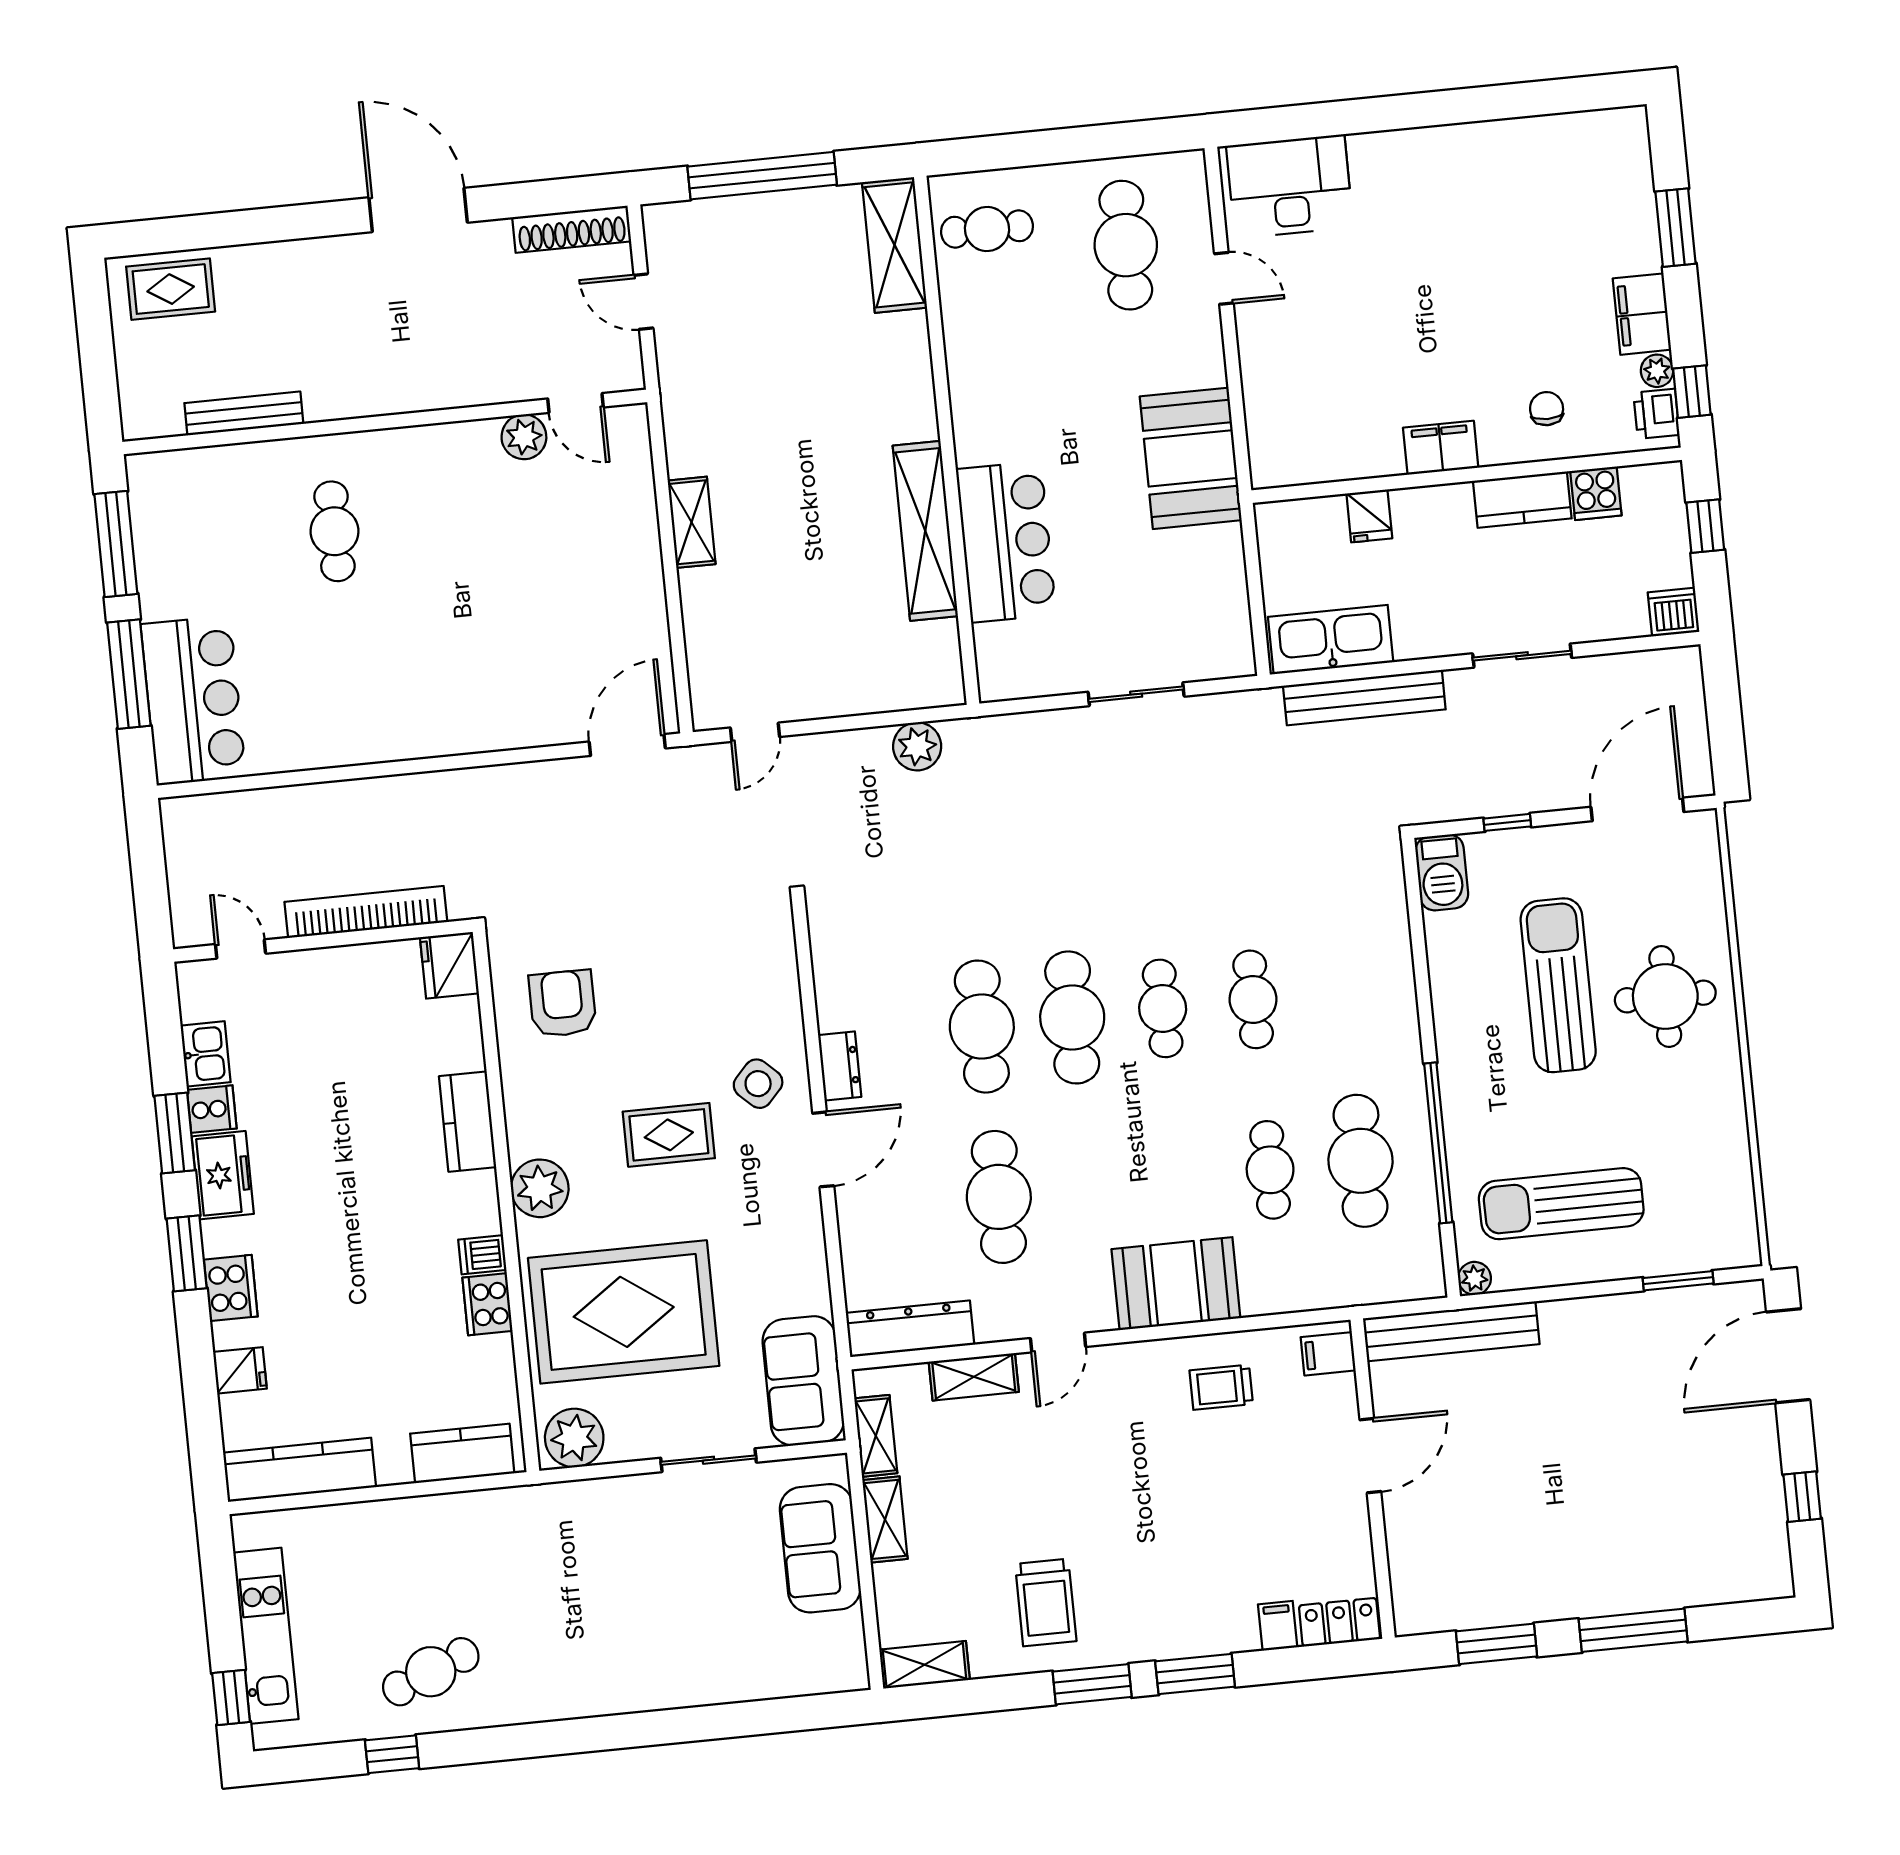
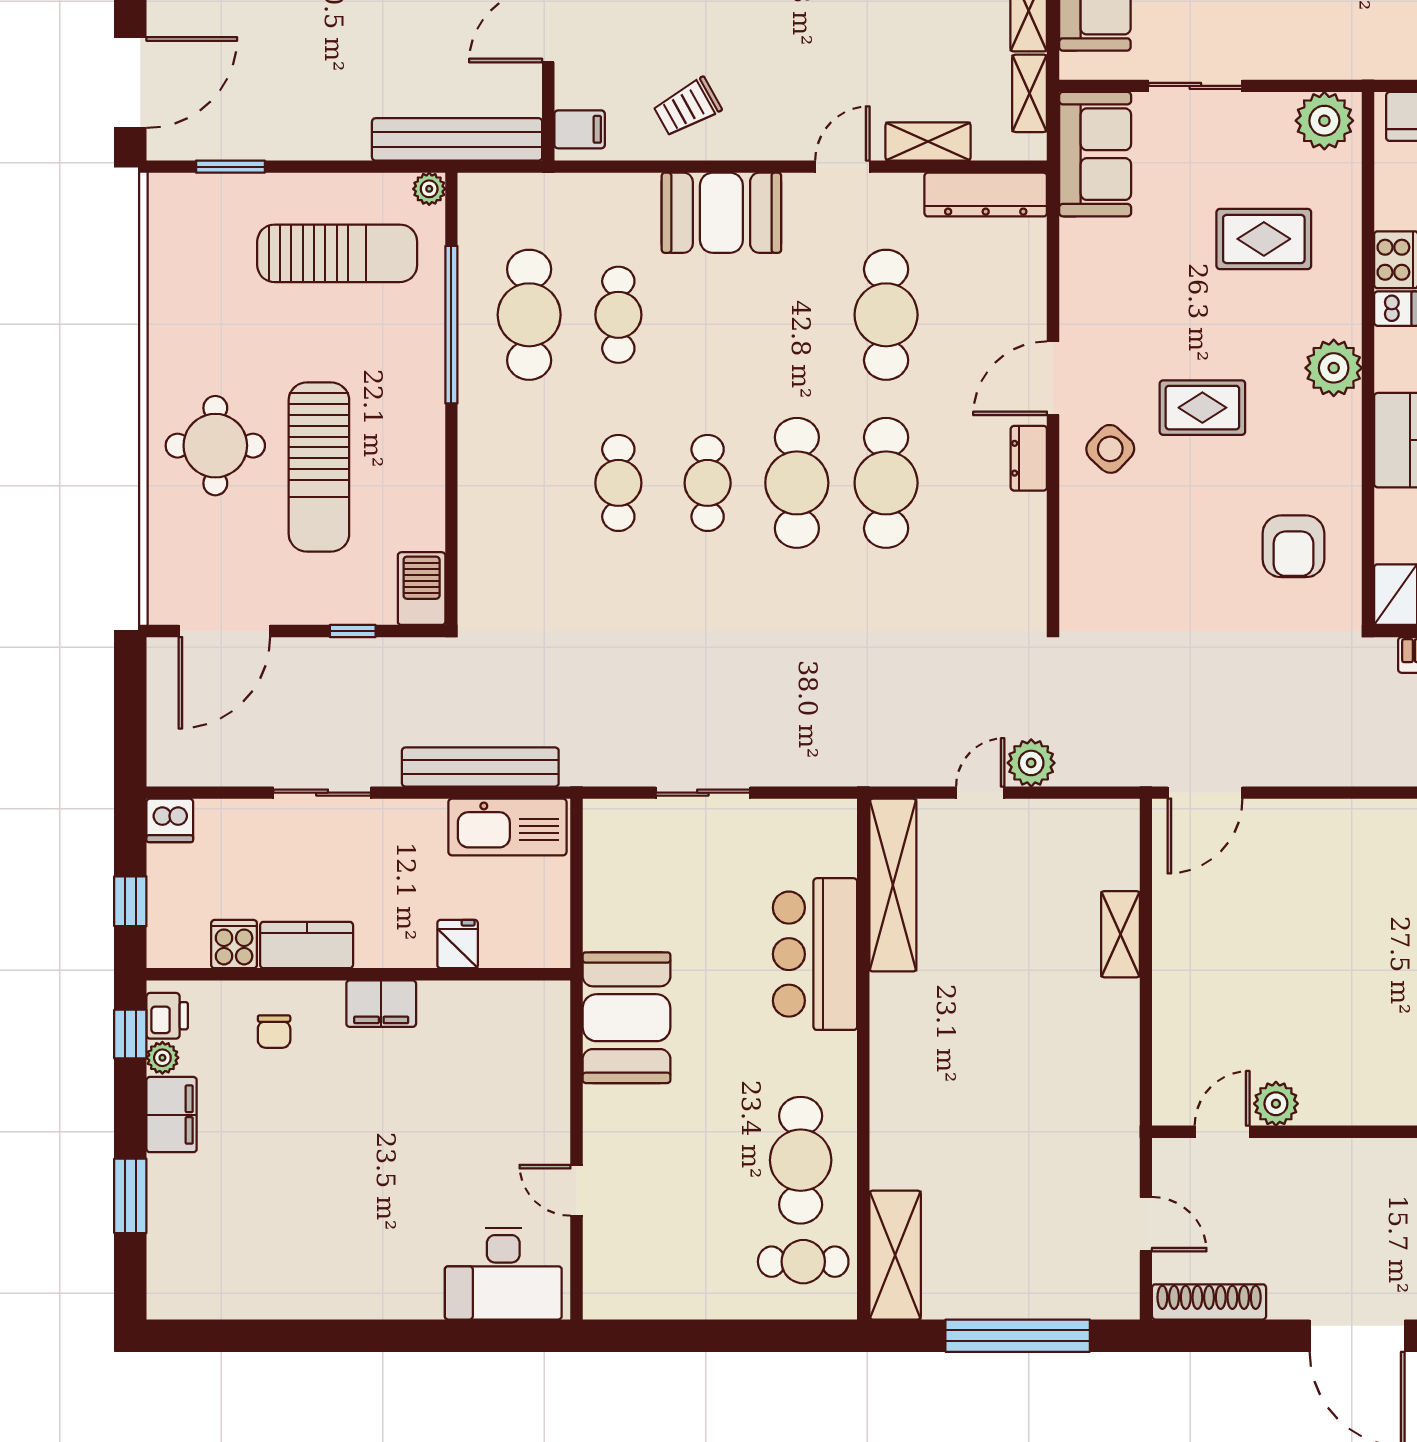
cafe table: (1126, 245) -> (801, 1160), moved
door: (576, 403) -> (1222, 1132), hinge flipped
shelving: (692, 522) -> (1120, 934), moved
shelving: (925, 531) -> (893, 885), moved
door: (755, 732) -> (980, 793), moved
plant: (917, 746) -> (1031, 763), moved
rug: (624, 1312) -> (1264, 239), width x0.54, depth x0.49
trolley: (1221, 1387) -> (687, 107), turned 151

